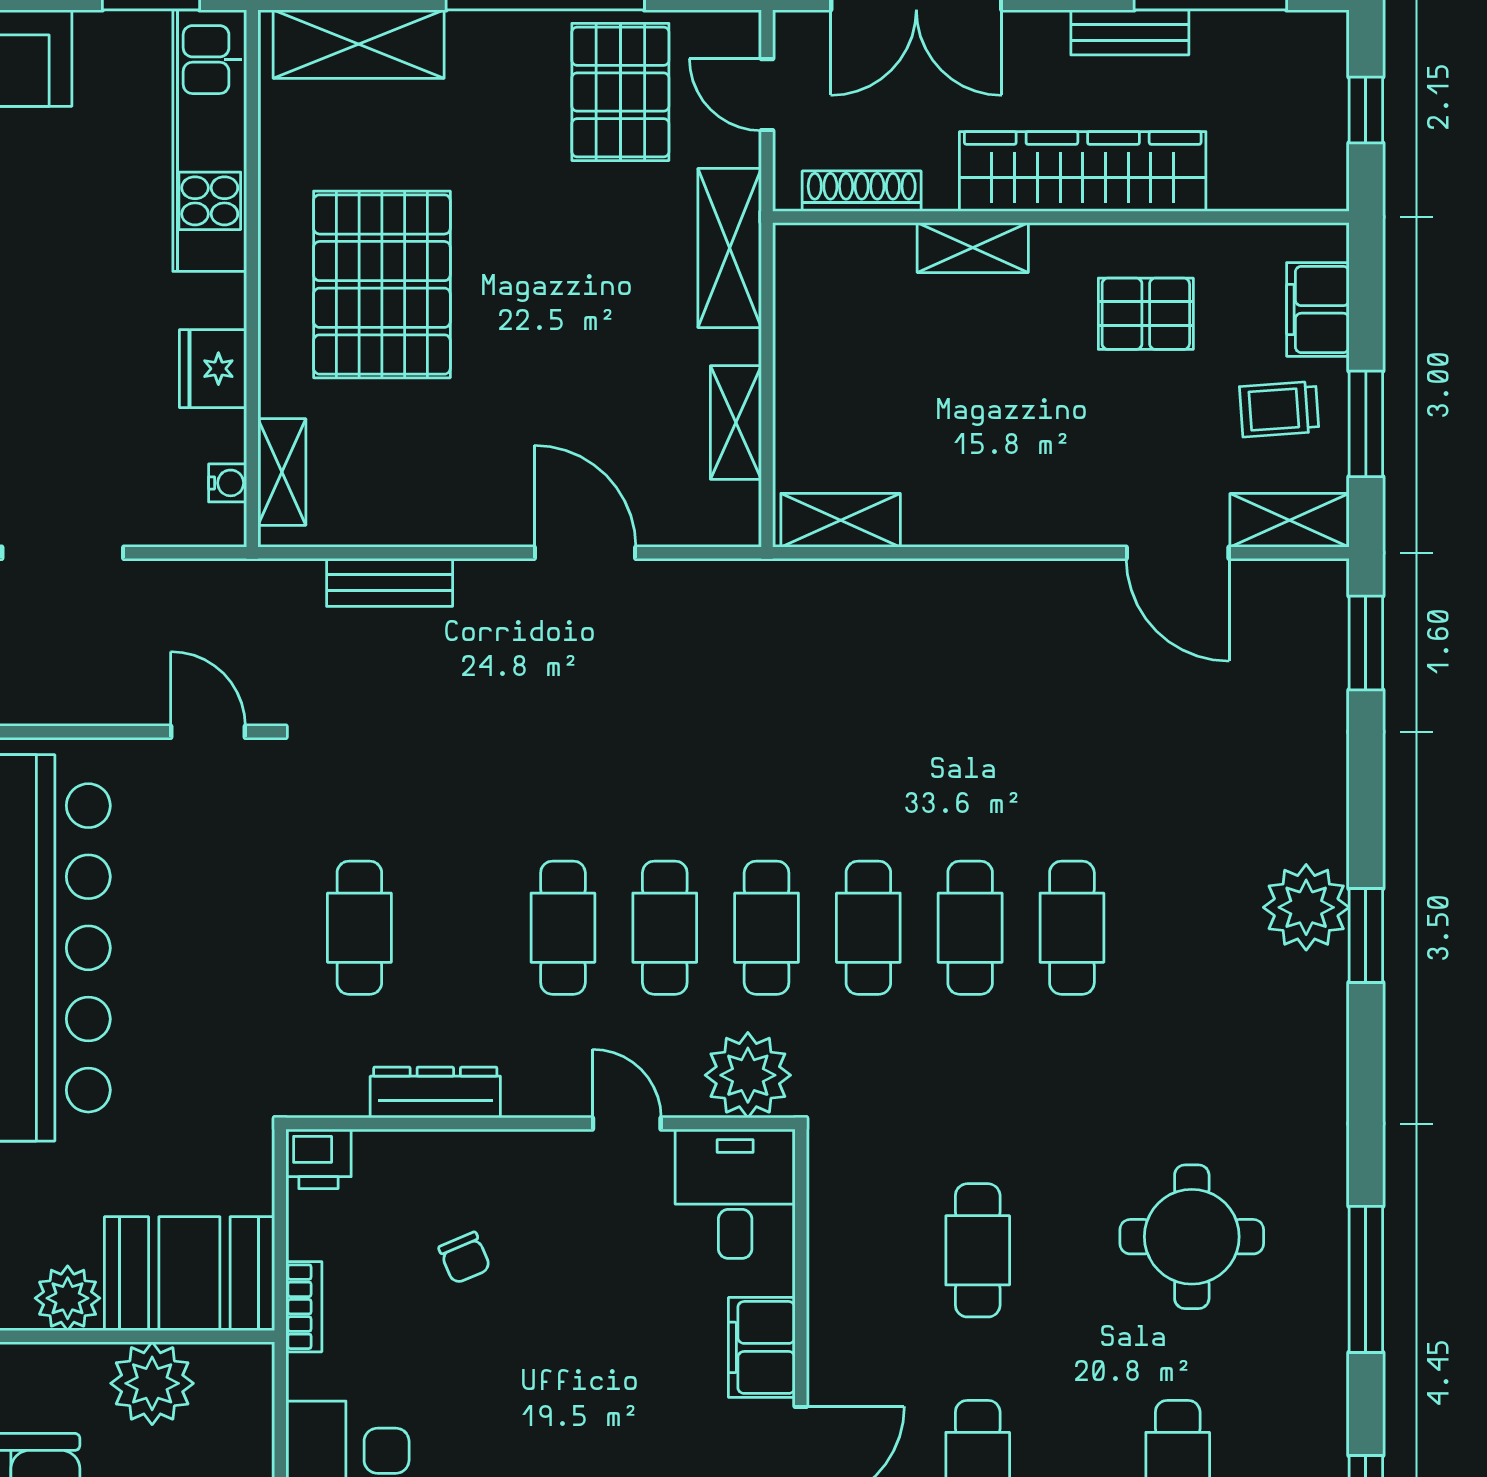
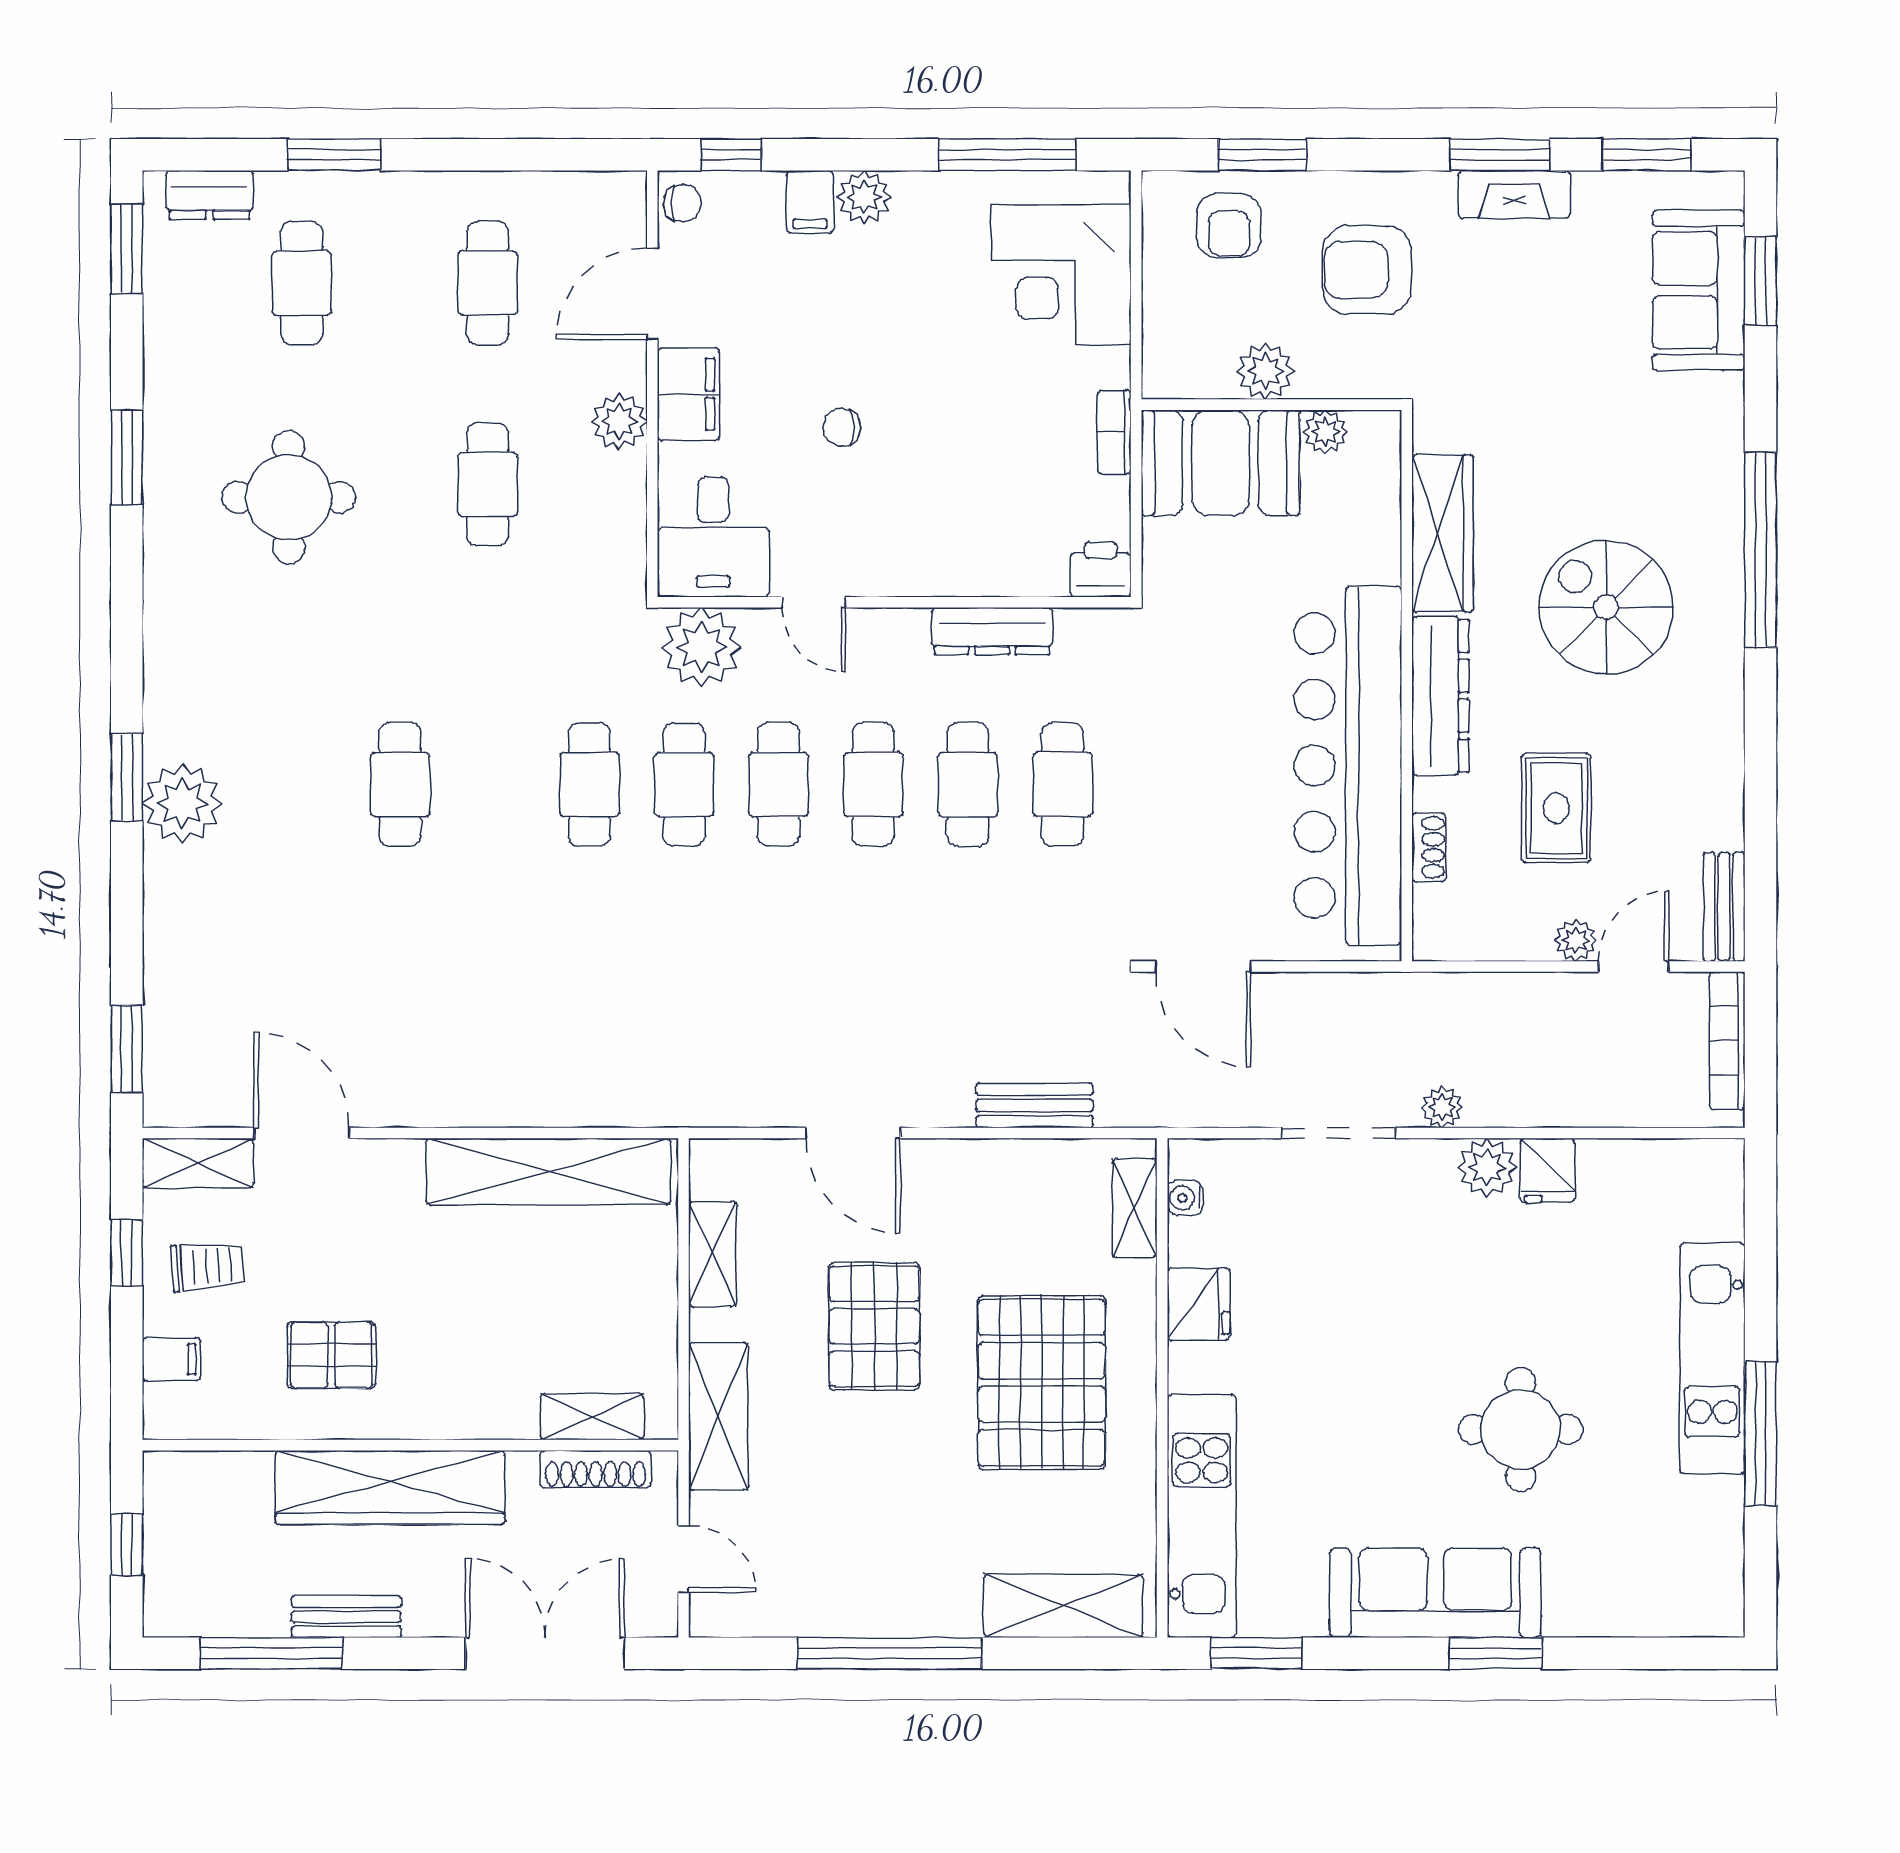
pallet: (620, 92) -> (874, 1326), moved
shelving: (973, 248) -> (592, 1417), moved
filing cabinet: (1318, 309) -> (171, 1359), width x0.50
window: (1366, 424) -> (127, 1253), width x0.67
shelving: (841, 520) -> (549, 1172), width x2.20, depth x1.33
door: (208, 732) -> (1203, 966), width x1.38
cafe table: (970, 928) -> (968, 784), moved
chair: (465, 1258) -> (842, 427), moved, turned -67
window: (1366, 1279) -> (127, 457), width x0.69
plant: (68, 1298) -> (1326, 432), width x0.73, depth x0.73
plant: (836, 1318) -> (619, 421), added
plant: (152, 1383) -> (1265, 371), width x0.73, depth x0.73

